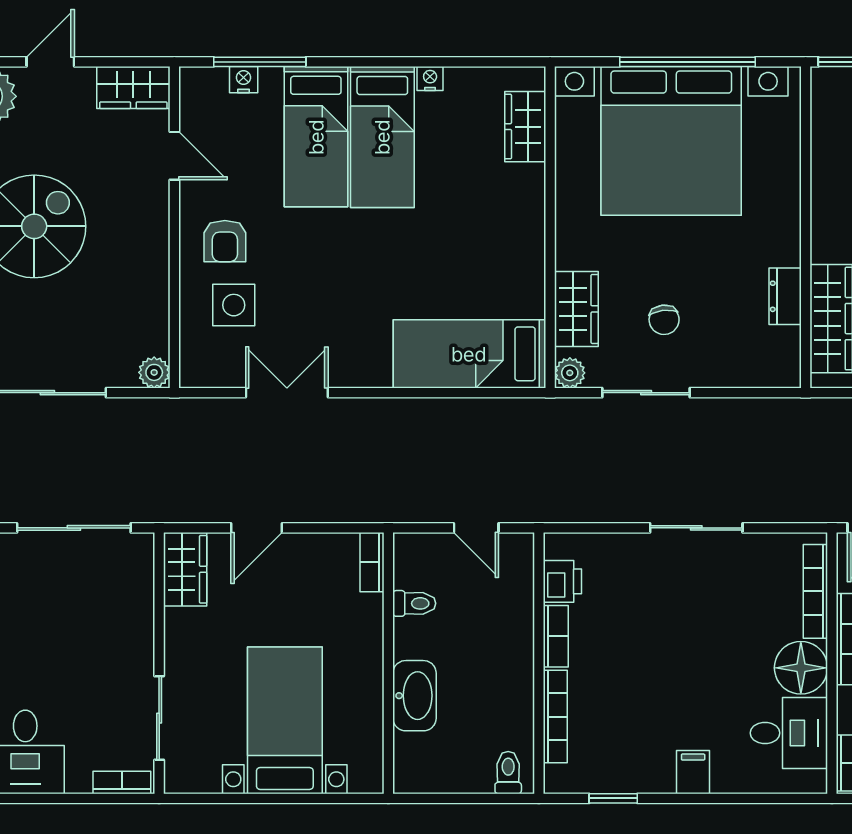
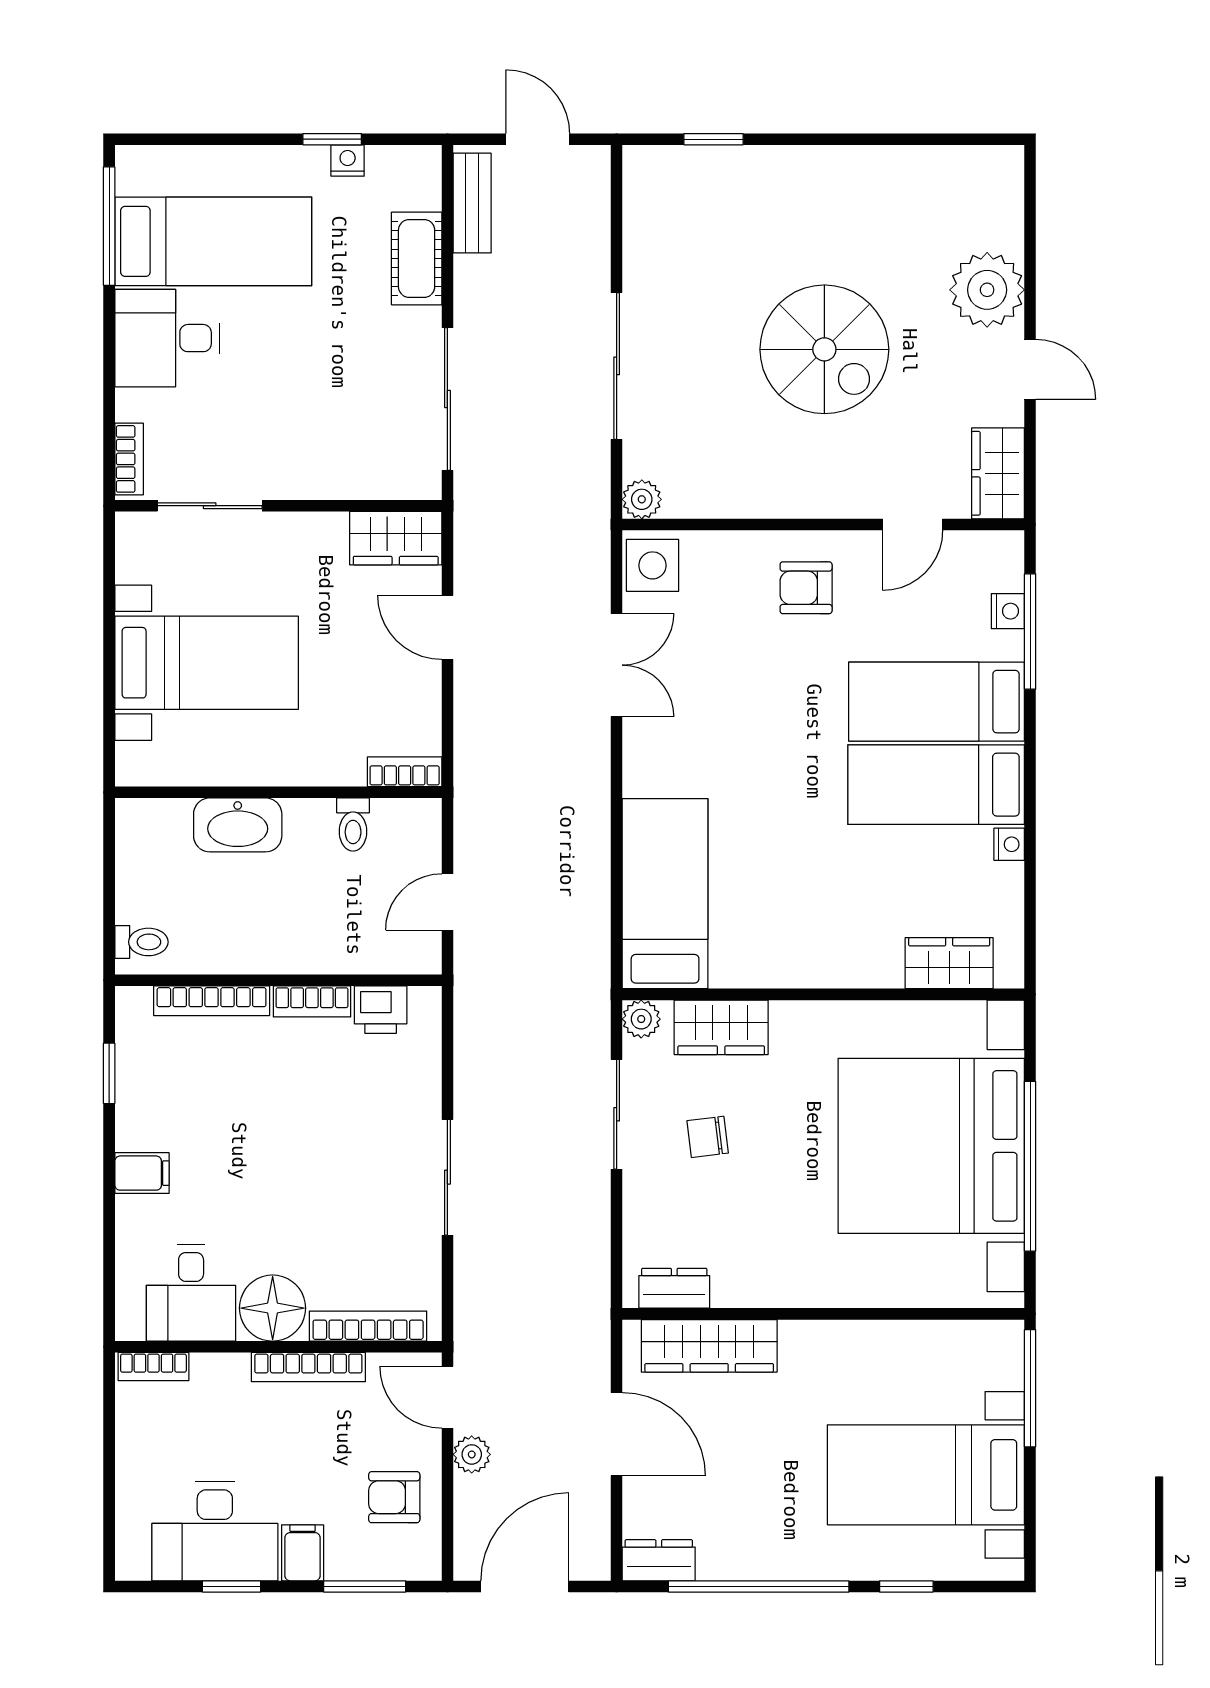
dresser: (785, 296) -> (674, 1288), moved
side table: (234, 305) -> (652, 565), moved

